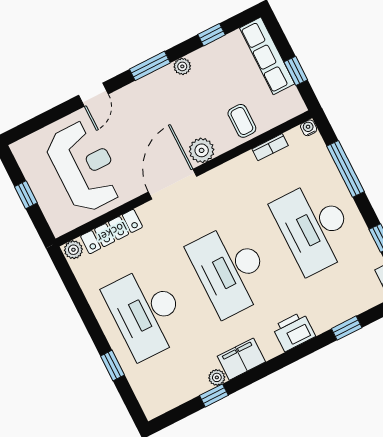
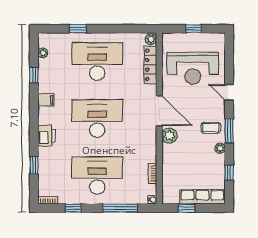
coffee table: (242, 121) -> (211, 128), moved
filing cabinet: (241, 359) -> (46, 100), width x0.50
plant: (217, 377) -> (43, 53), moved

